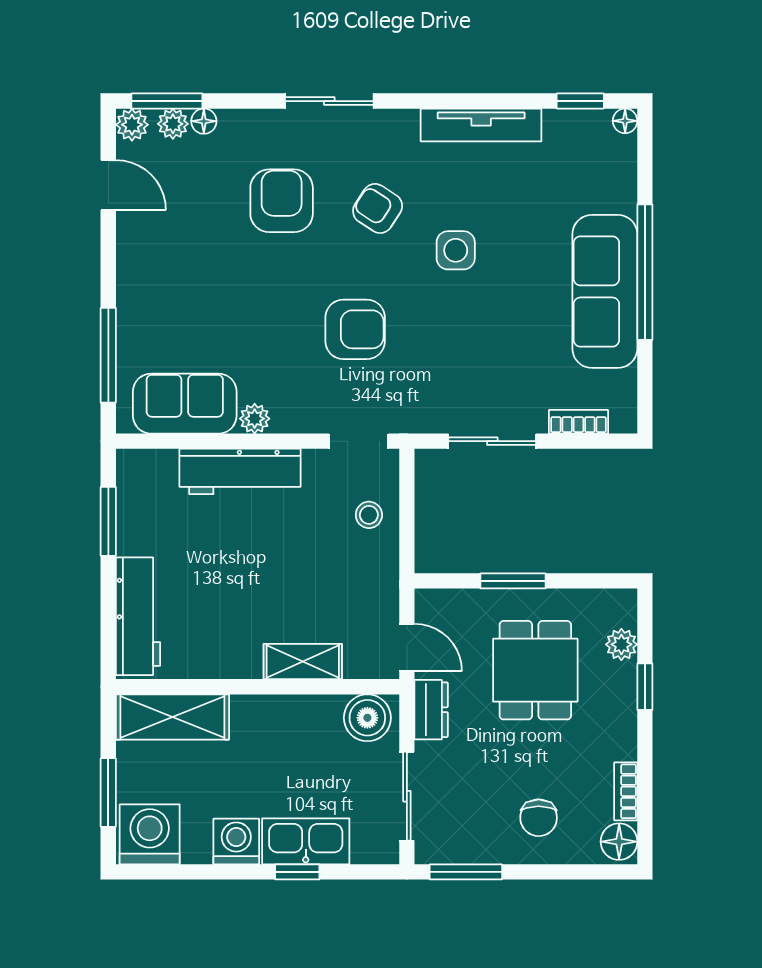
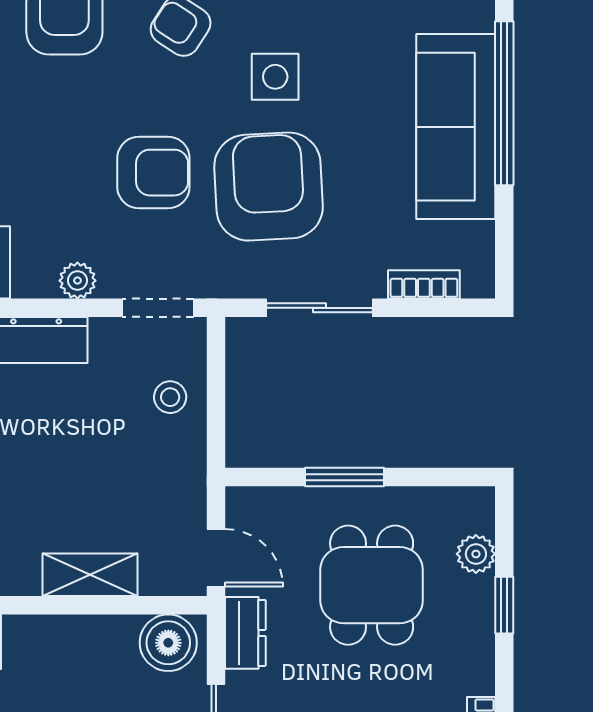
armchair: (450, 341) -> (269, 187), added
plant: (255, 419) -> (77, 281), moved

